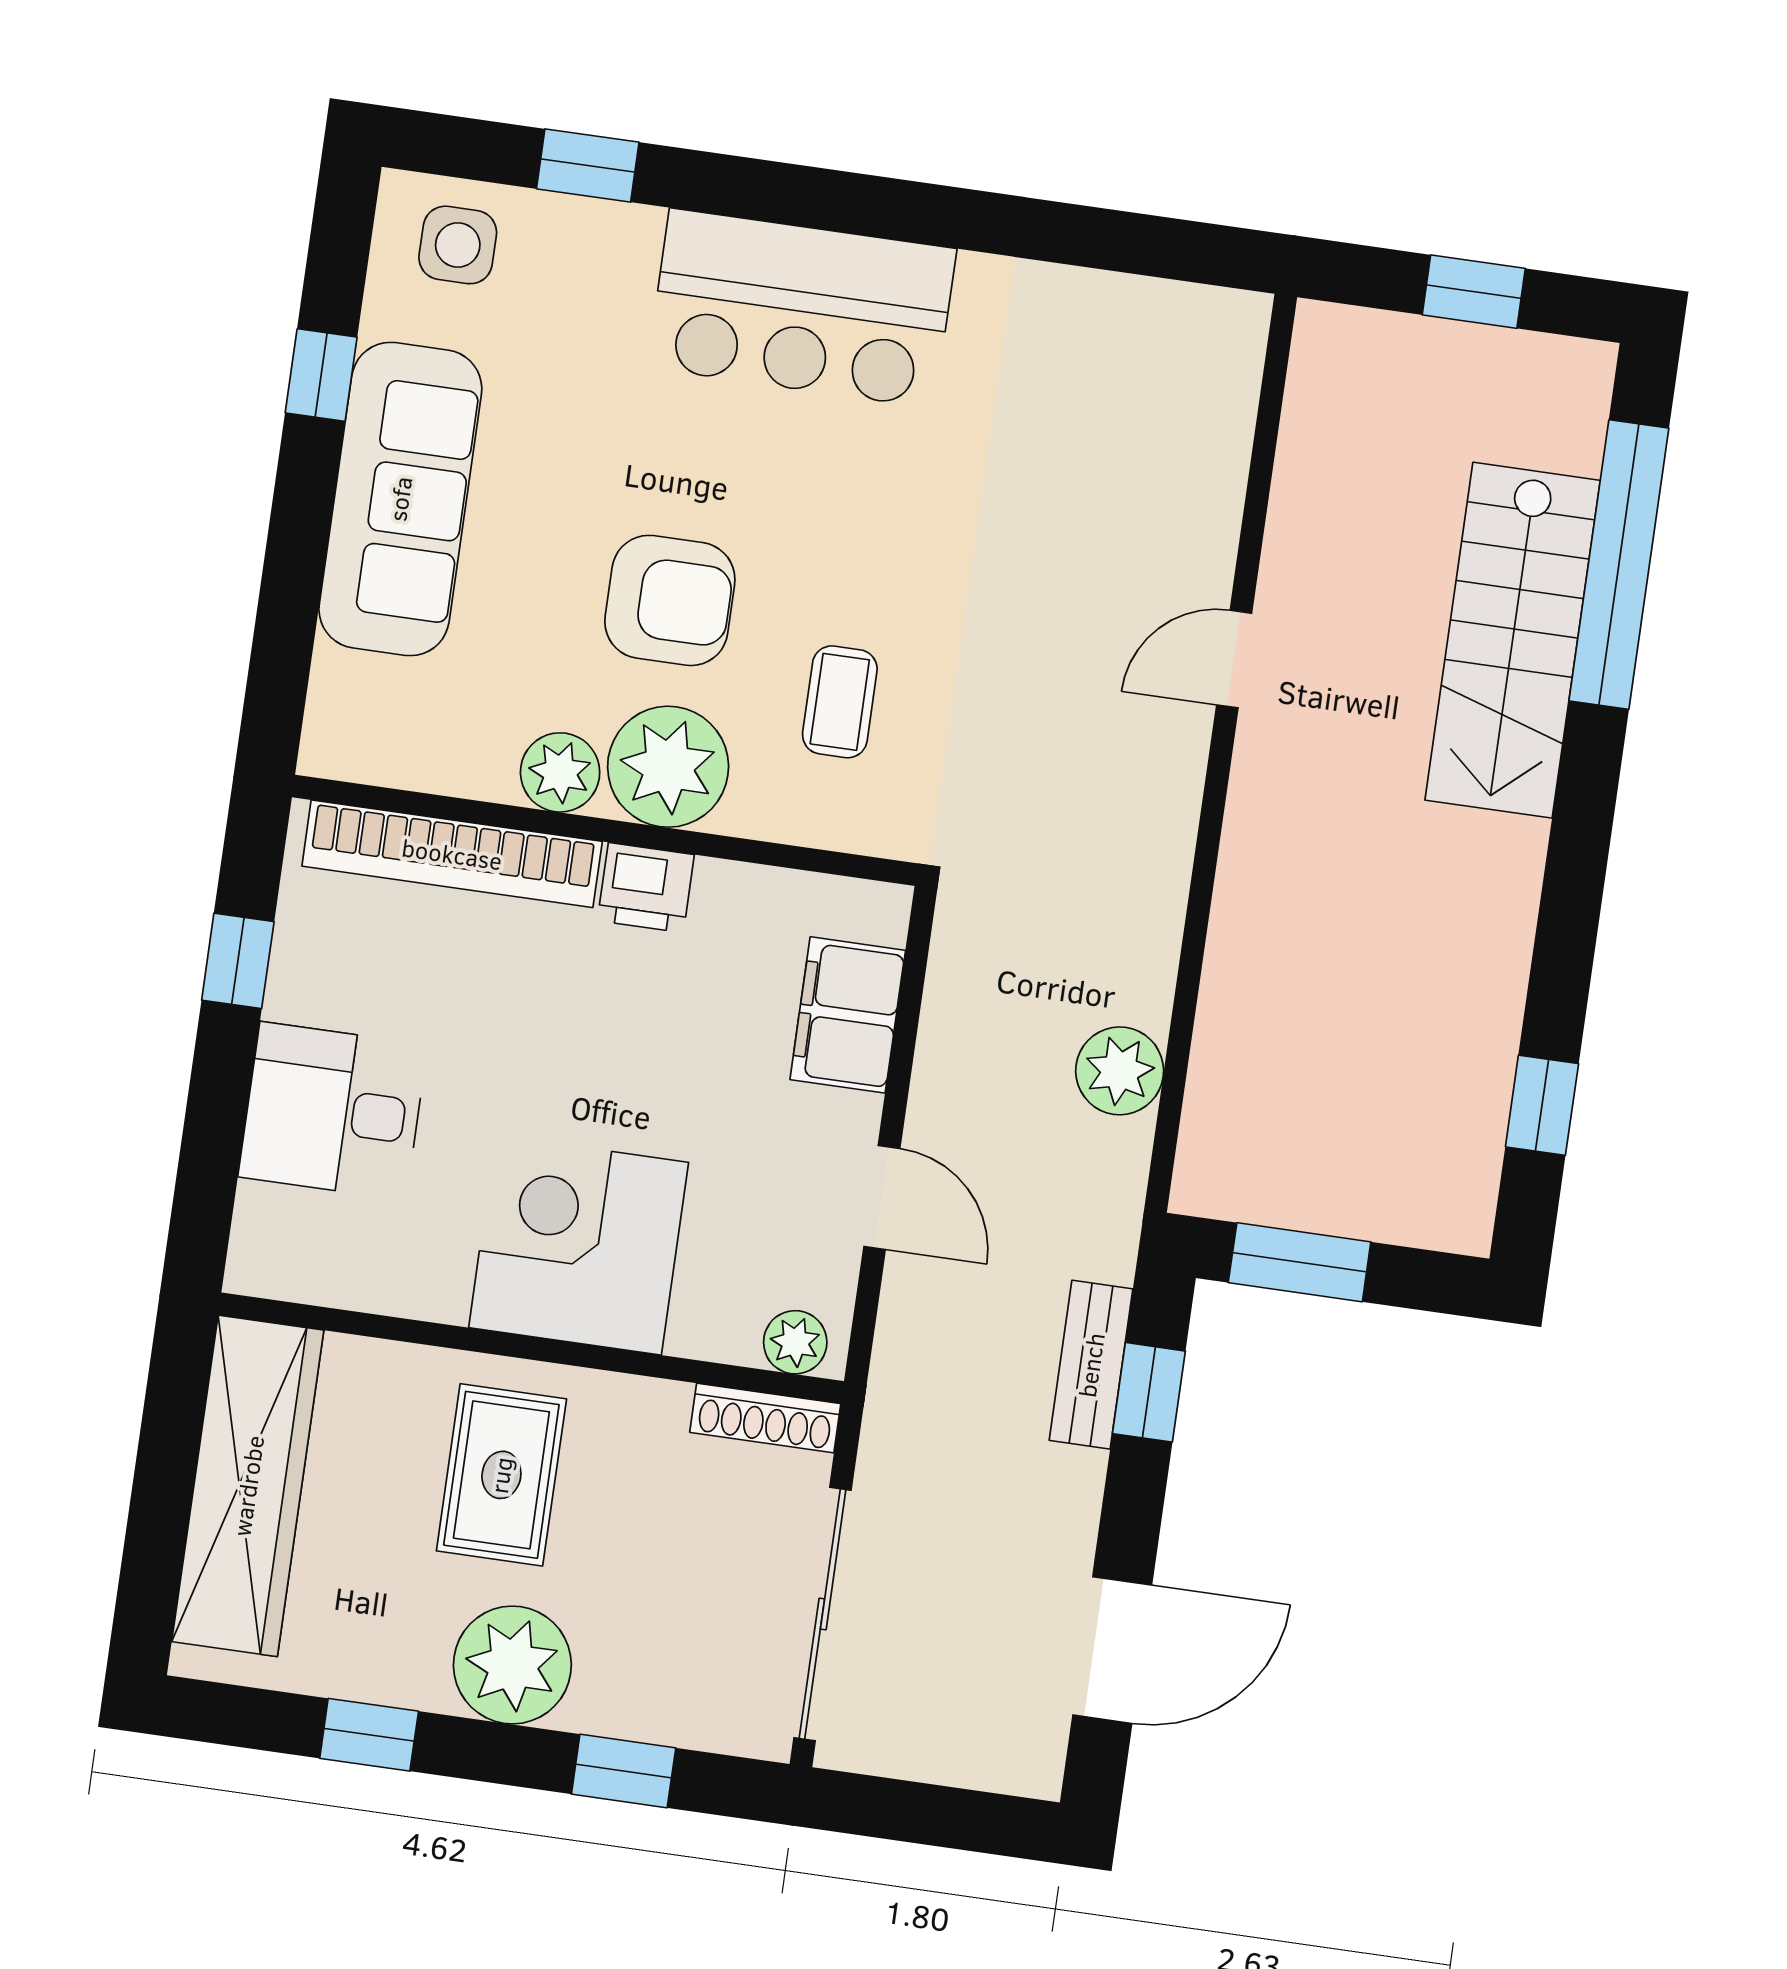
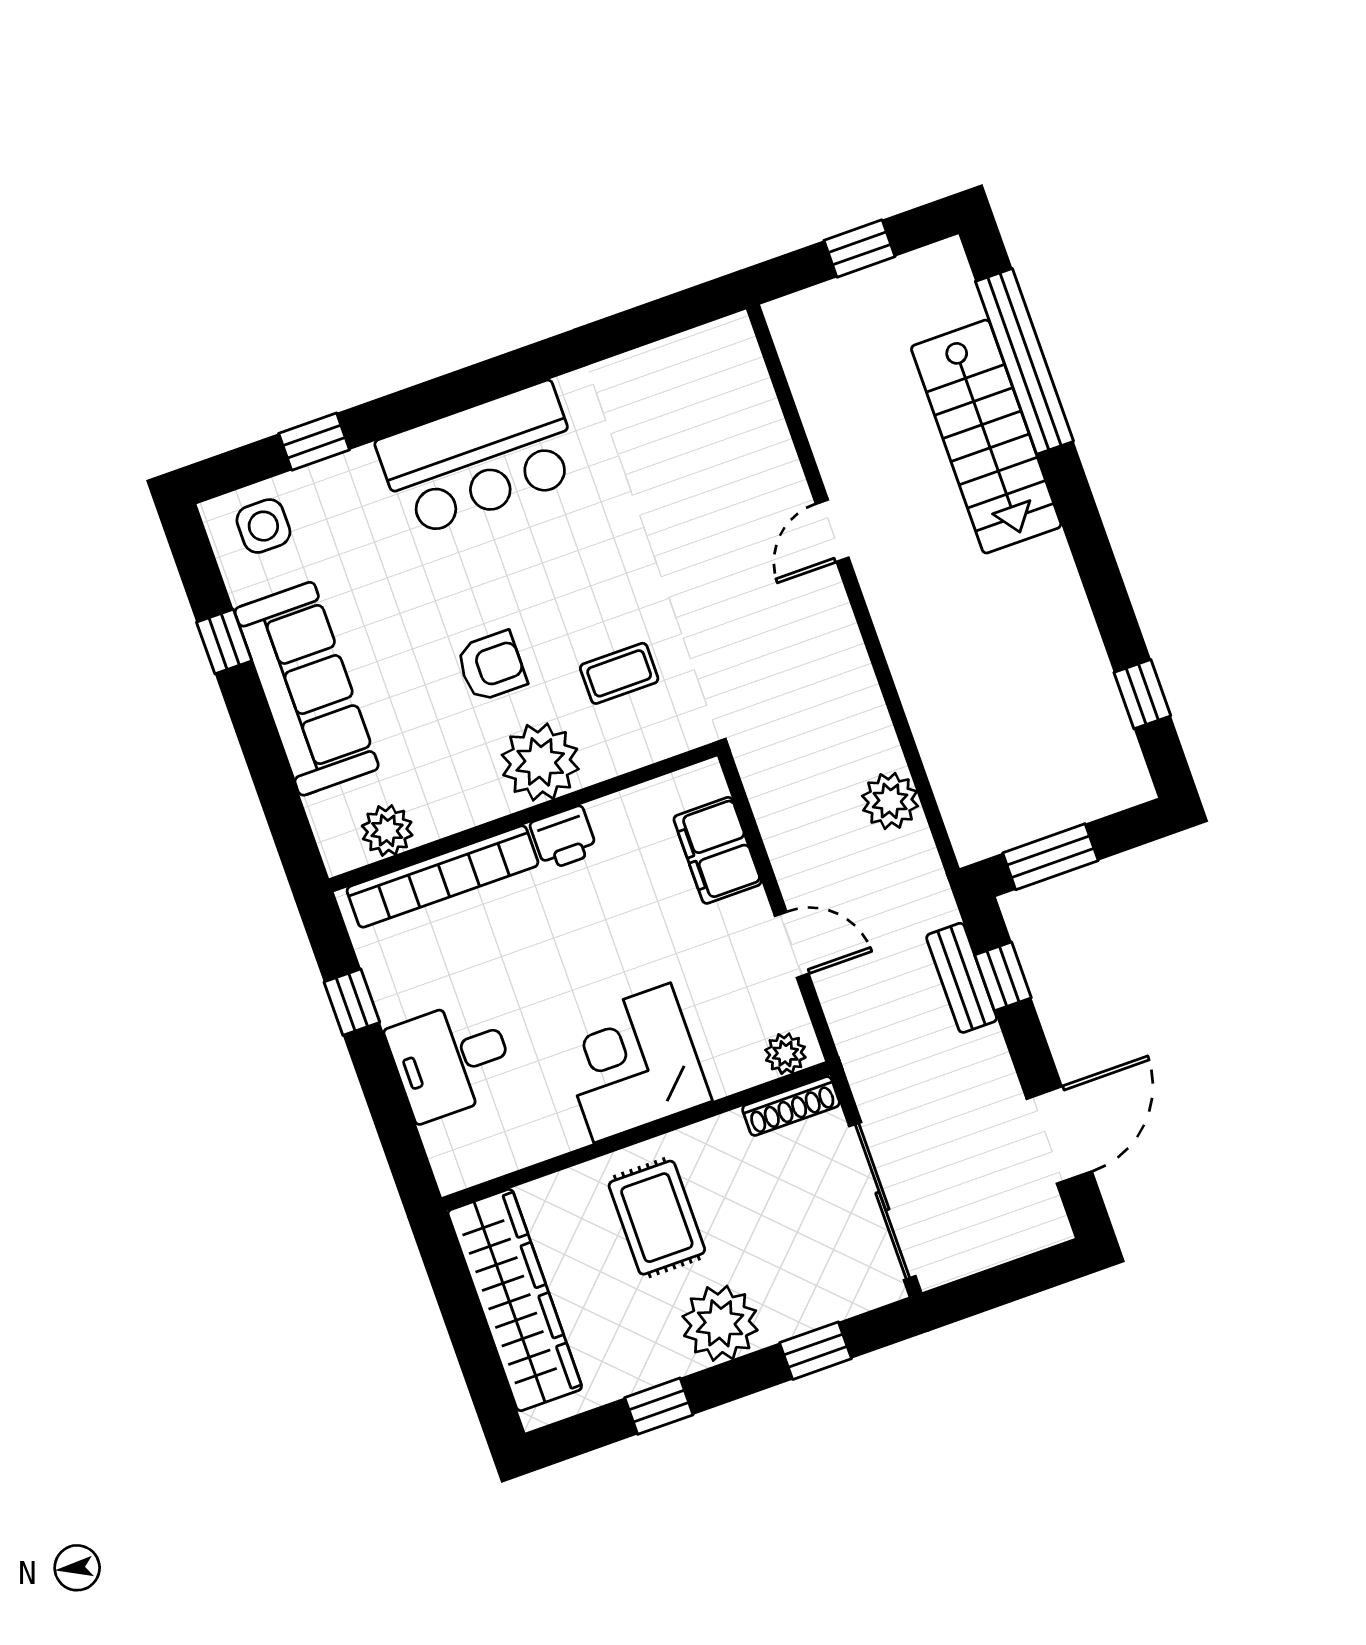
armchair: (670, 600) -> (491, 666), width x0.72, depth x0.72
coffee table: (840, 702) -> (619, 673), turned 90
plant: (560, 772) -> (387, 830), moved

